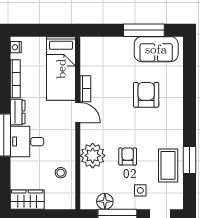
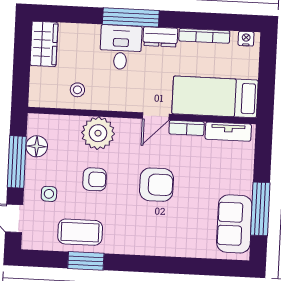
tv unit: (87, 57) -> (228, 132), added
armchair: (146, 95) -> (157, 185), moved

